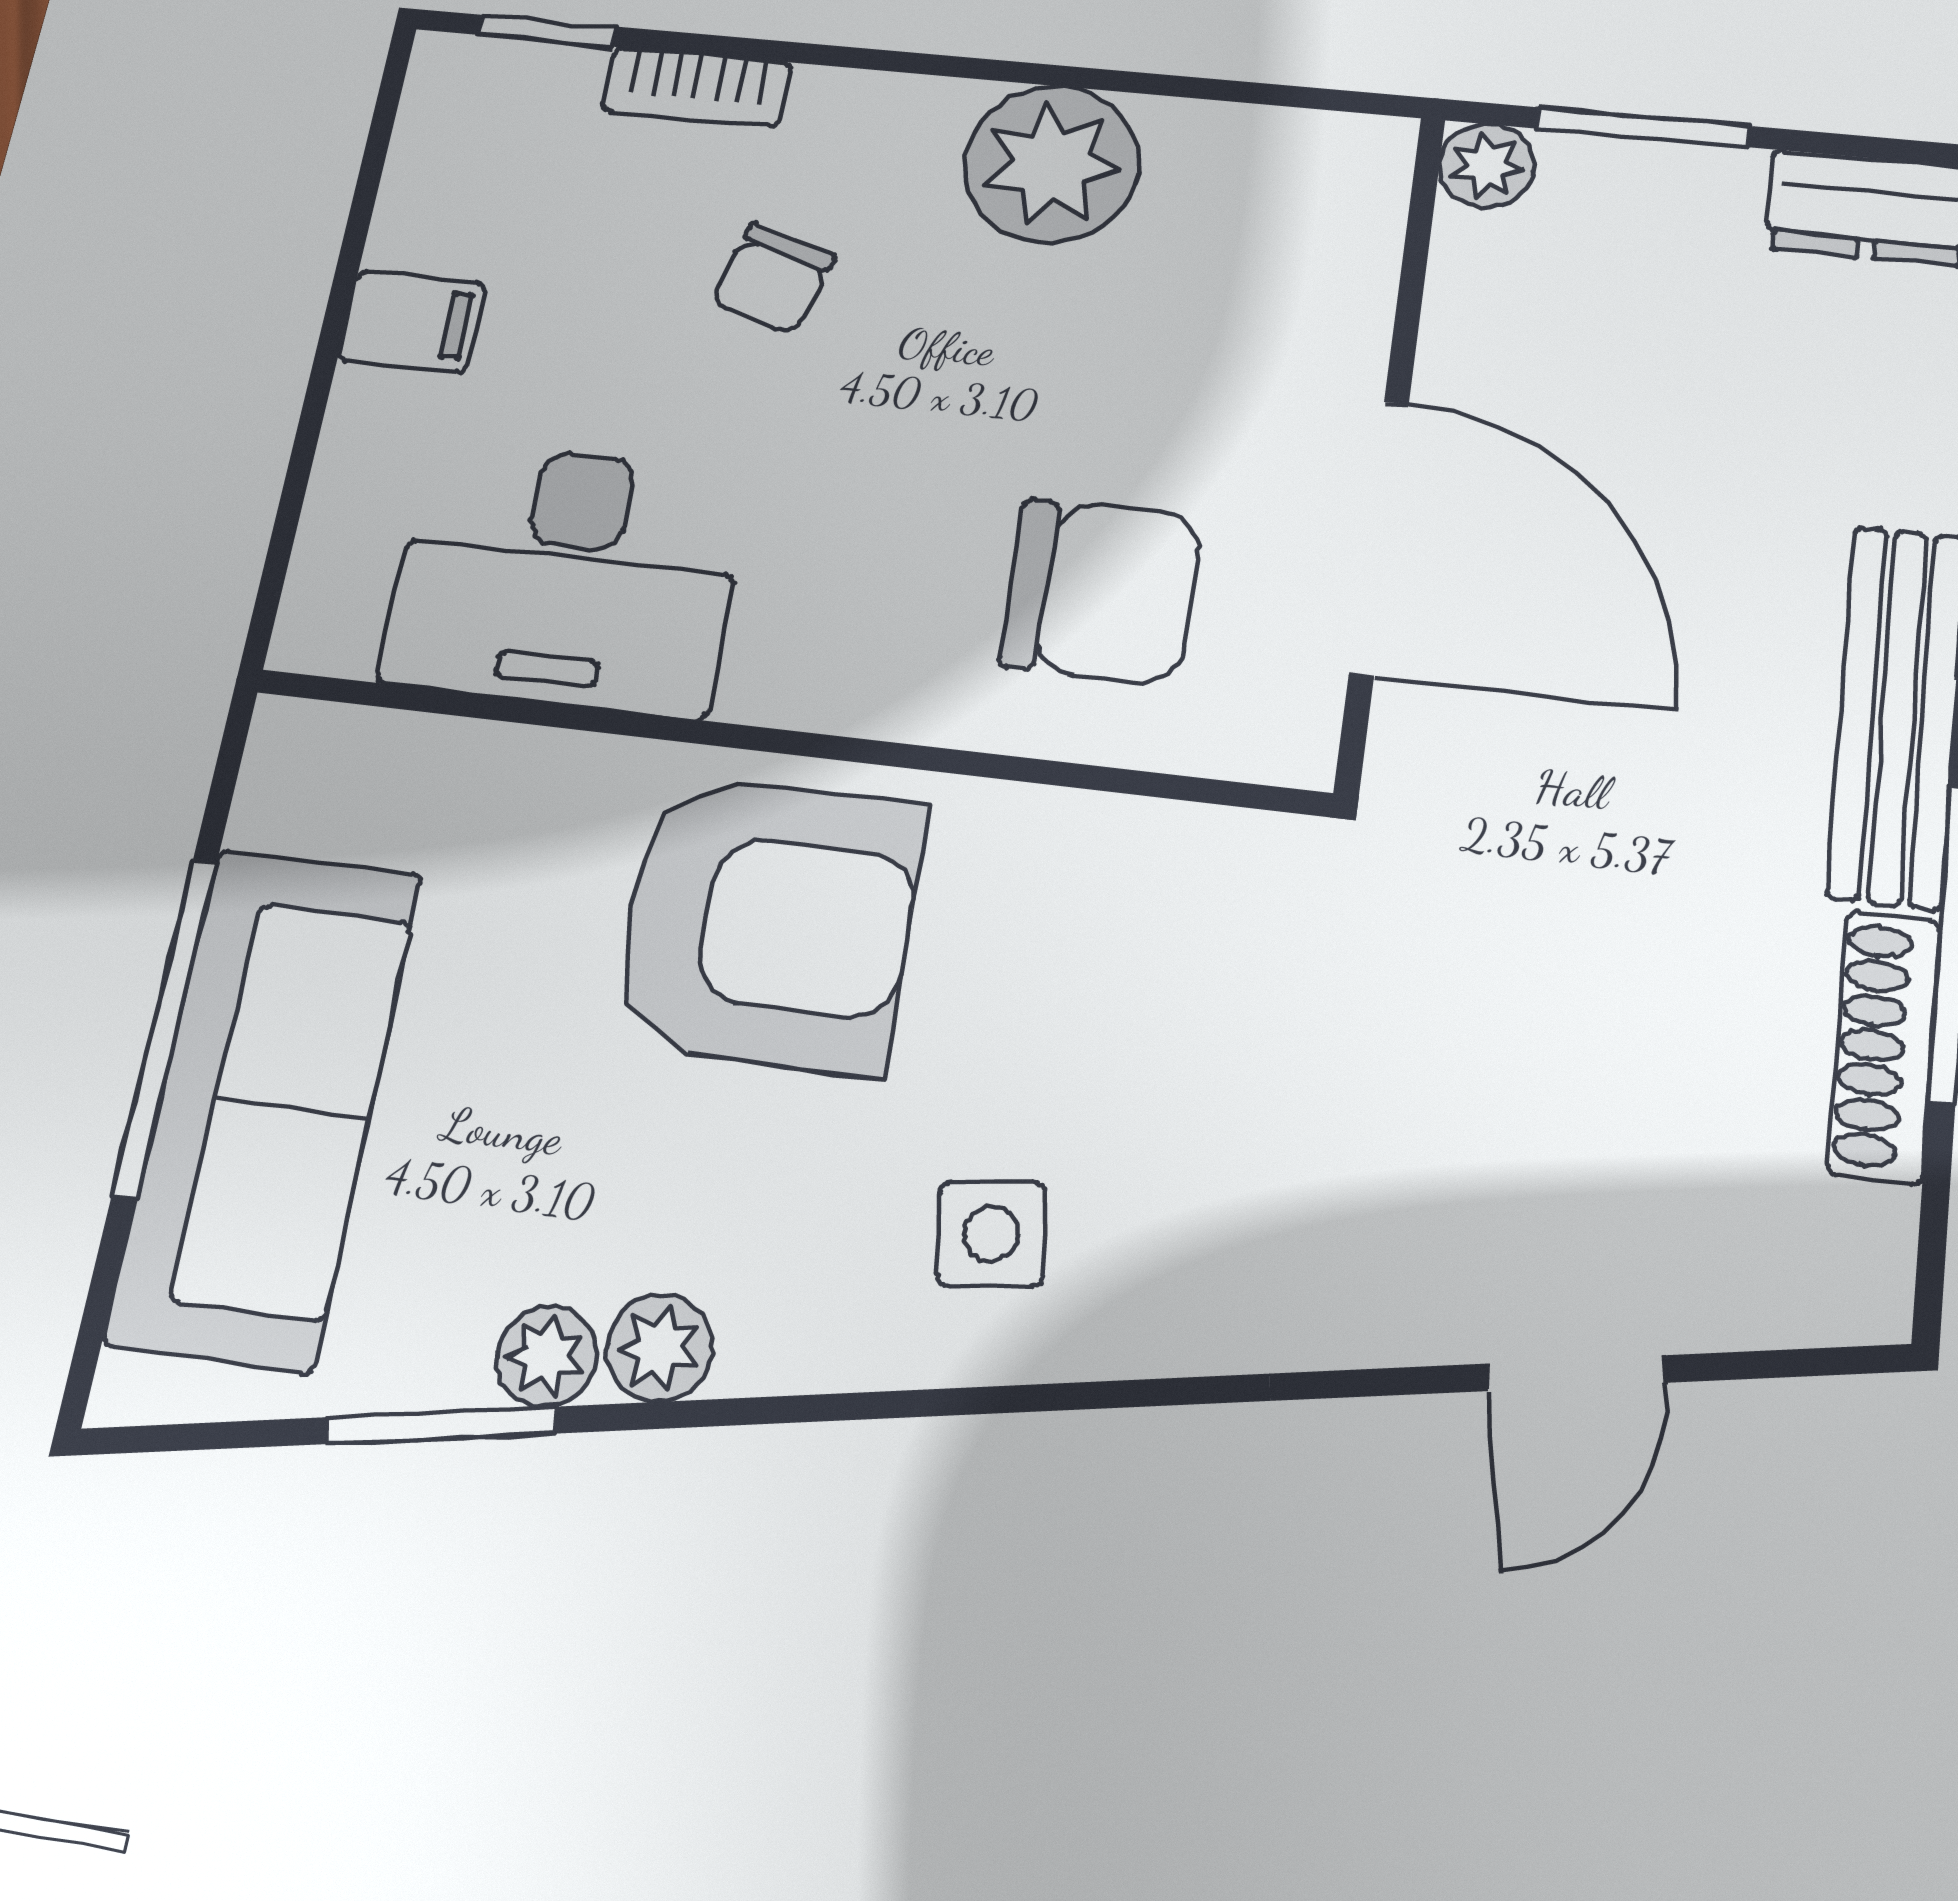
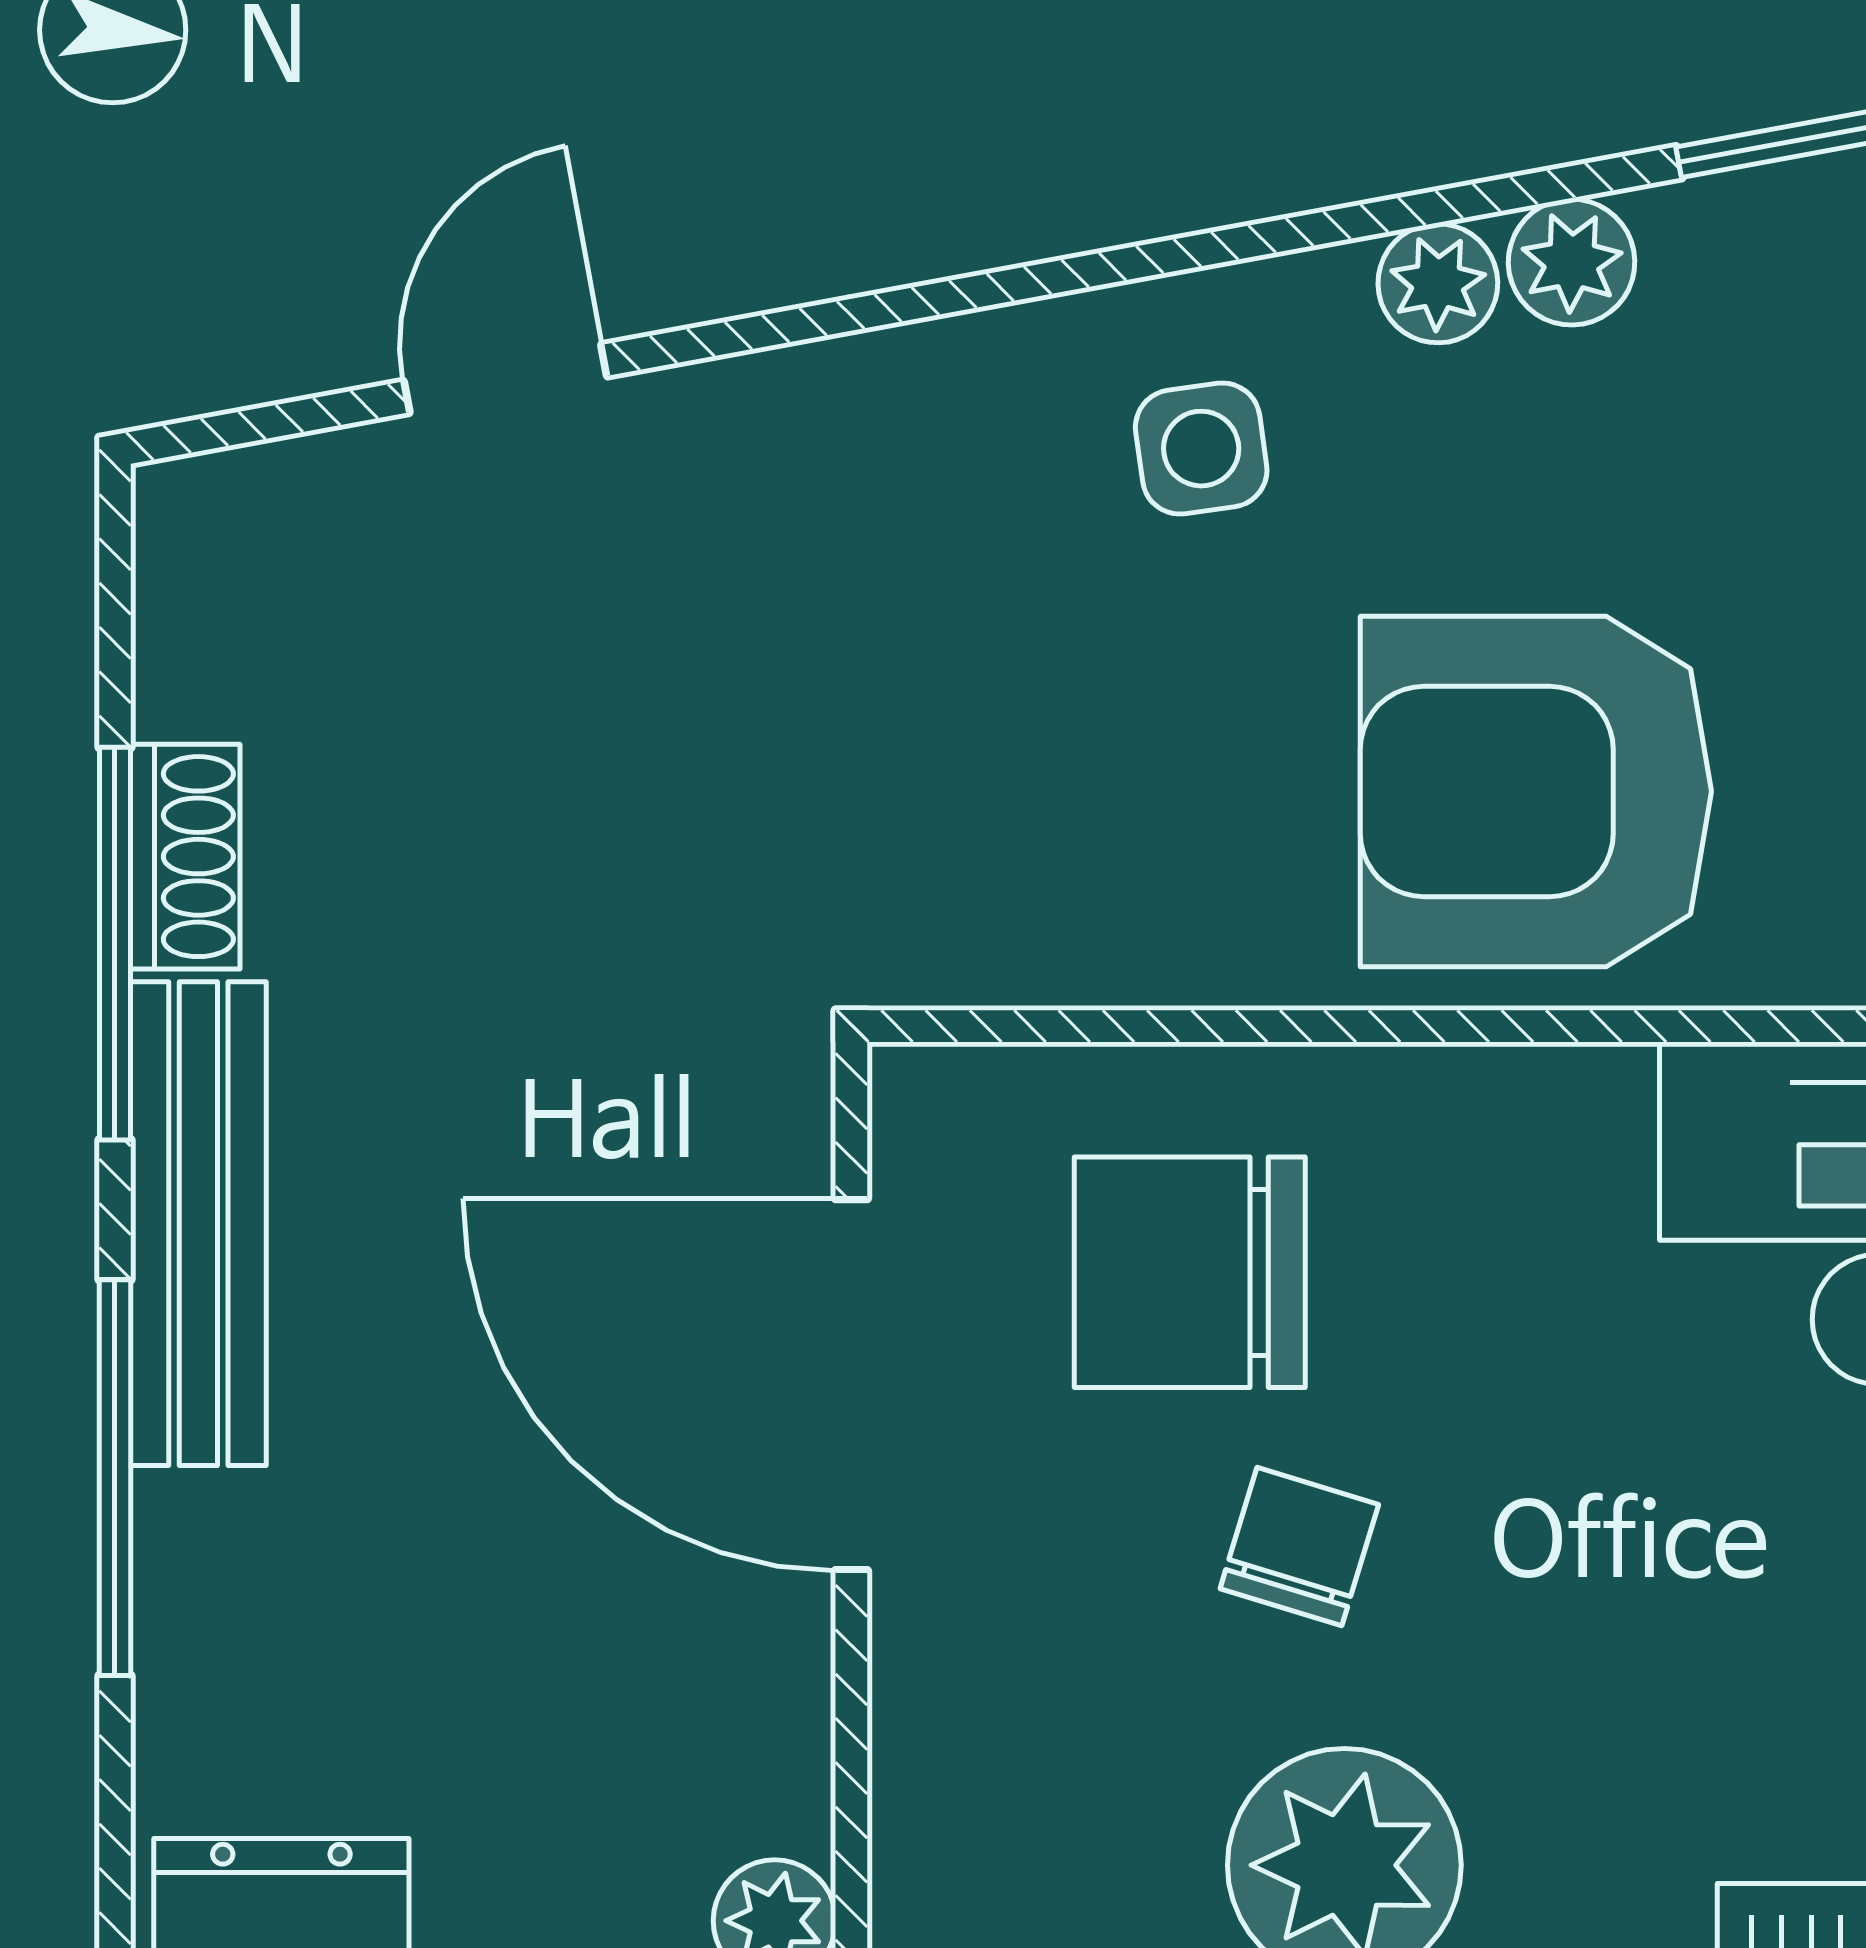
chair: (773, 279) -> (1299, 1547), moved
shoe rack: (1884, 1046) -> (185, 857), width x0.70
plant: (546, 1356) -> (1438, 283), moved

